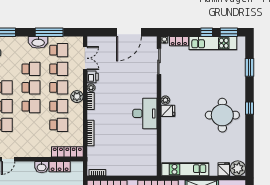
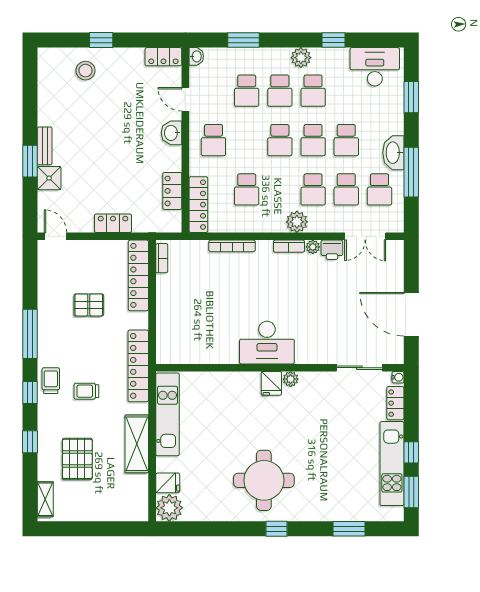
school desk: (59, 106) -> (213, 140), moved
washbasin: (42, 167) -> (172, 133), moved

